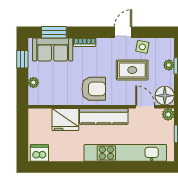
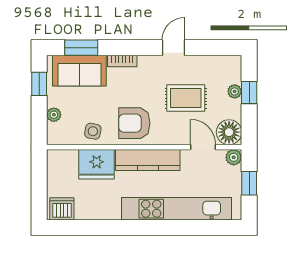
side table: (142, 47) -> (93, 131), moved
armchair: (94, 89) -> (134, 123), turned 180

